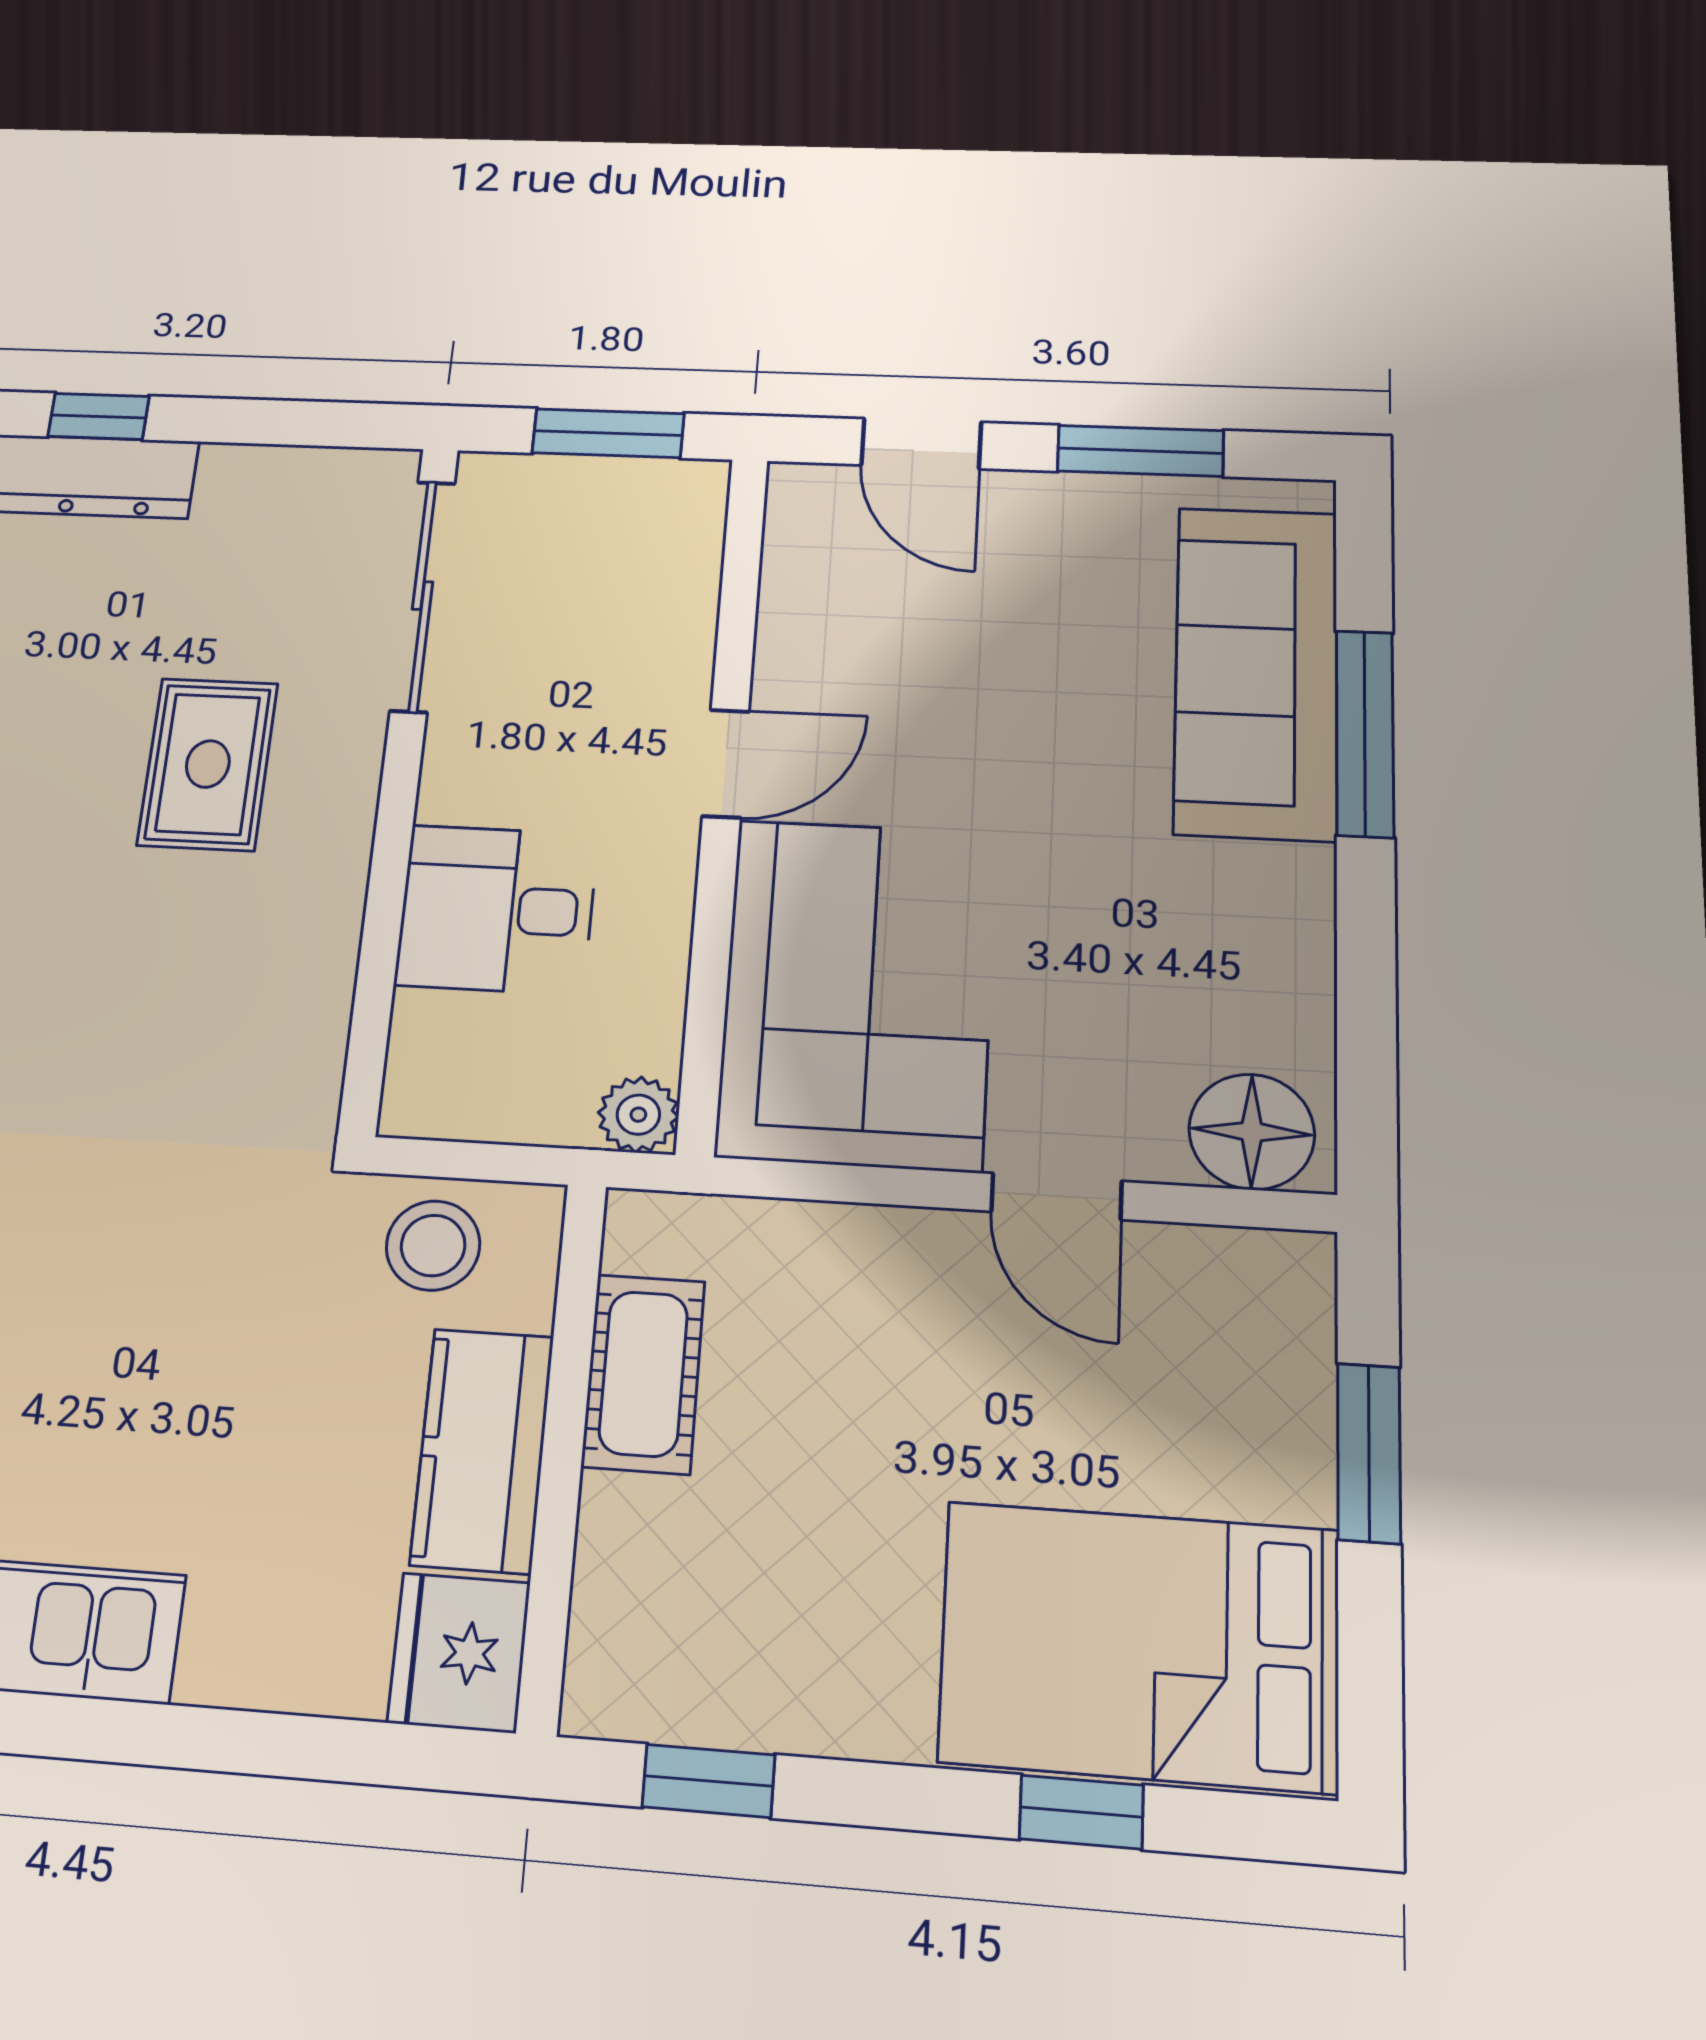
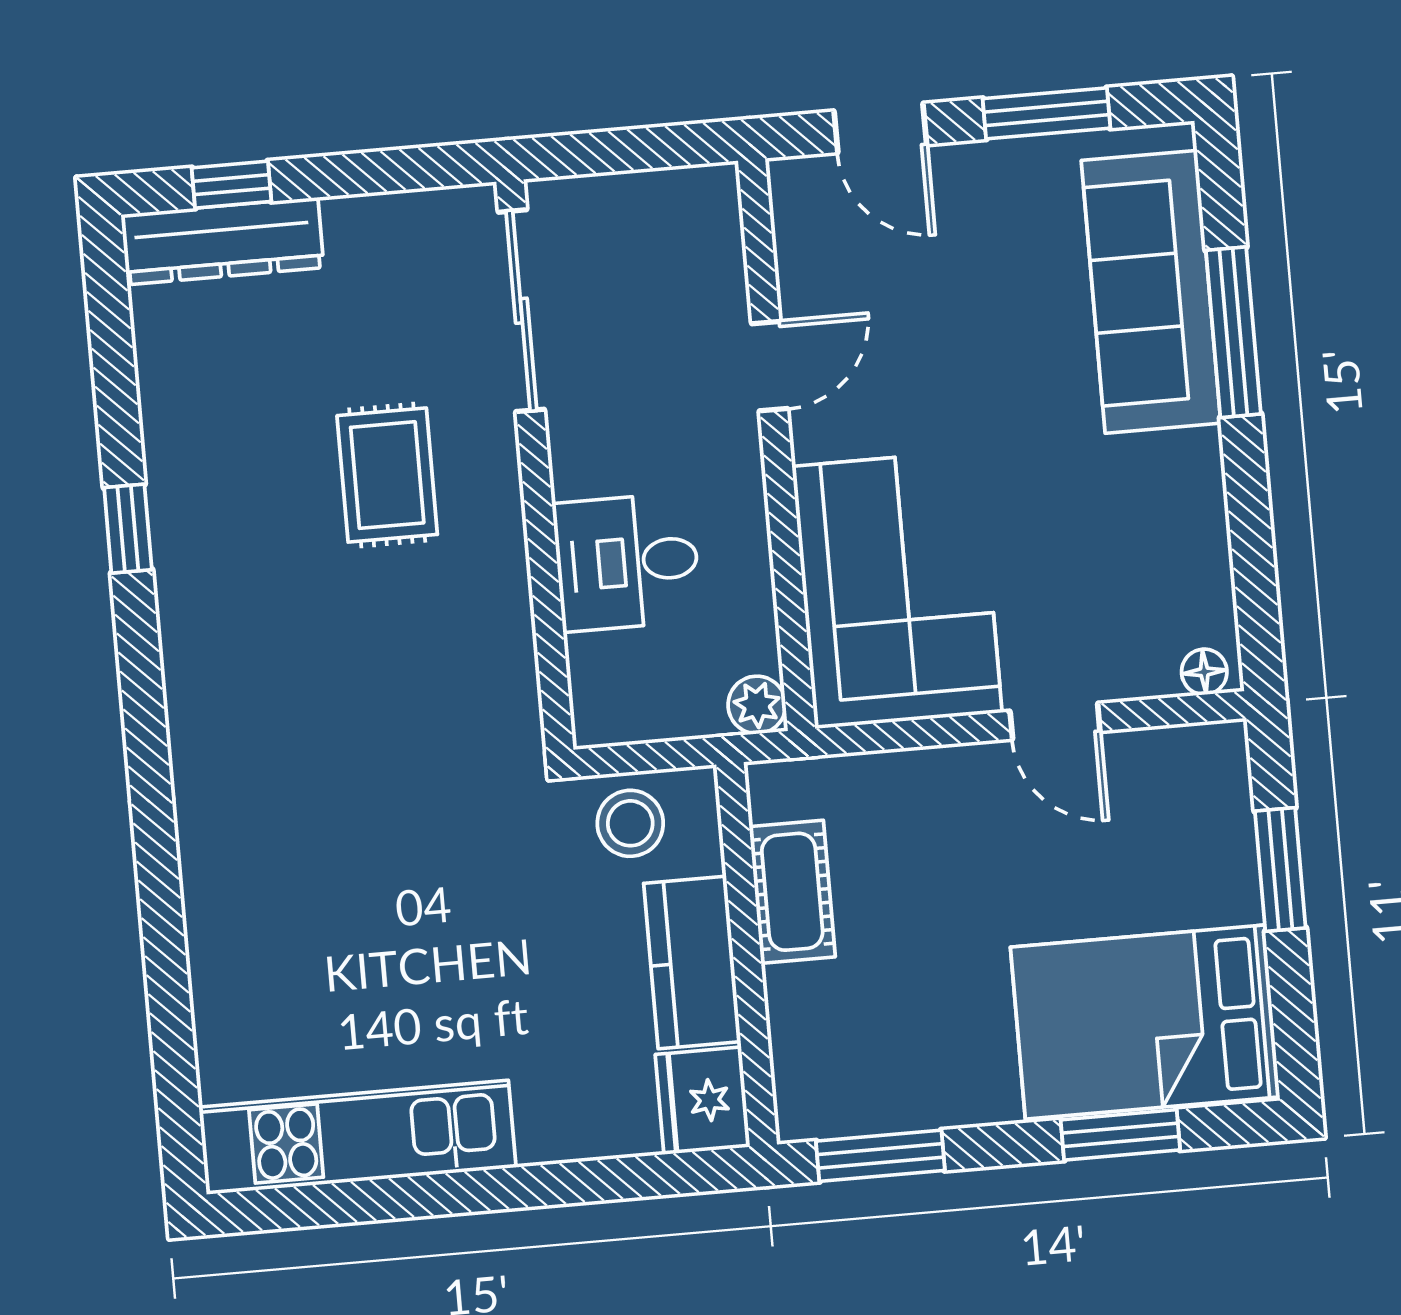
window: (608, 433) -> (638, 149), removed
door: (726, 764) -> (770, 366), moved
floor lamp: (1252, 1132) -> (1204, 672), width x0.53, depth x0.53
window: (709, 1781) -> (880, 1156), width x1.50
window: (1081, 1812) -> (1120, 1135), width x1.50

